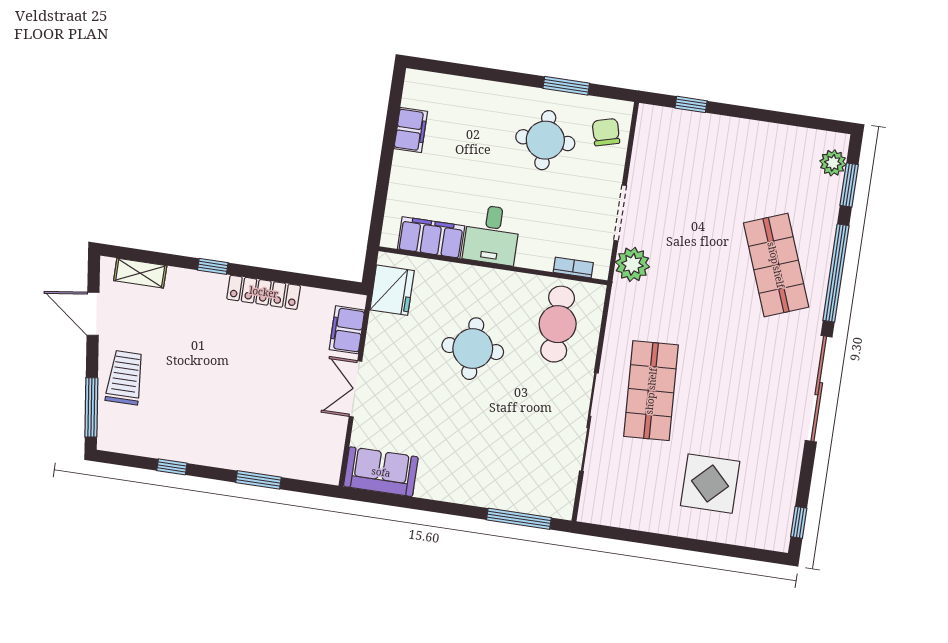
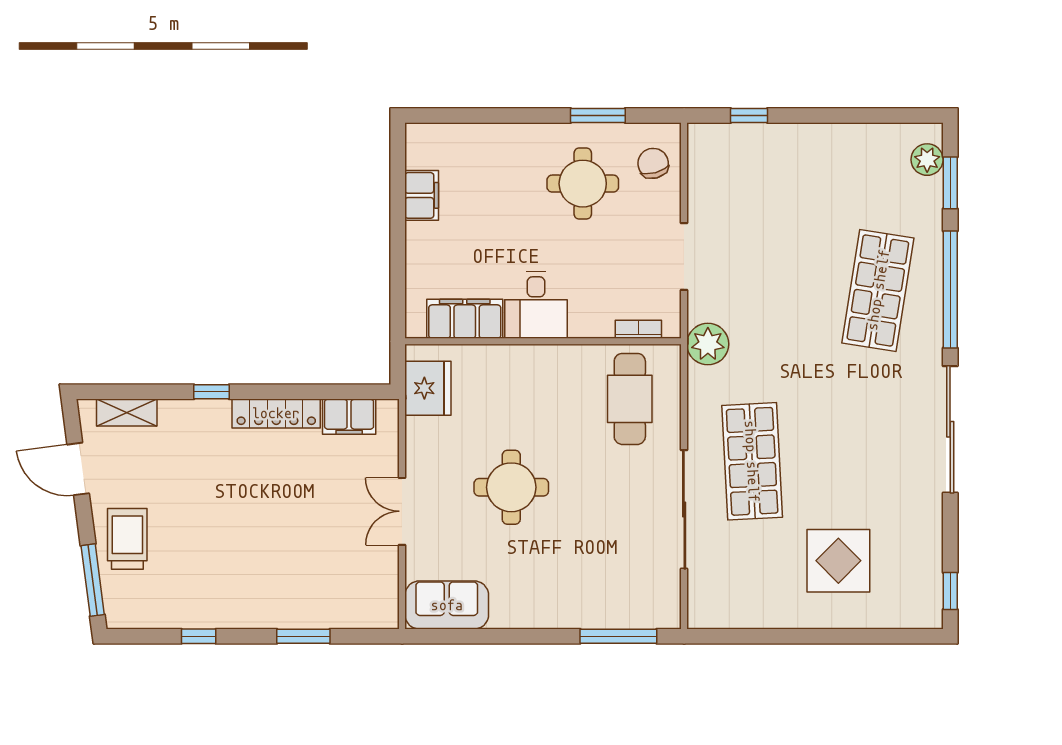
plant: (632, 264) -> (708, 344), moved
shop shelf: (776, 265) -> (878, 290), turned 30
filing cabinet: (347, 330) -> (349, 417), moved, turned -90
round table: (473, 349) -> (511, 487), moved

